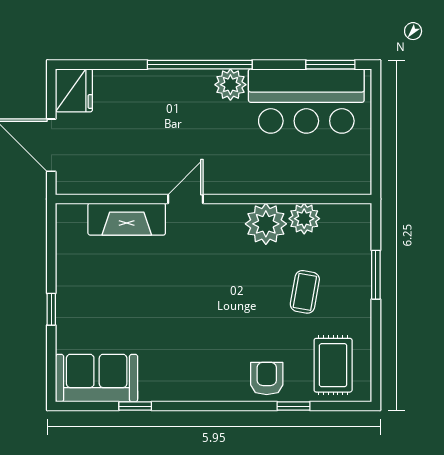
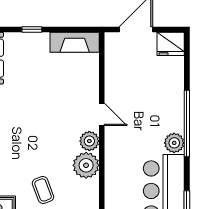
fireplace: (127, 219) -> (75, 42), moved, turned -90
plant: (304, 219) -> (89, 141), moved
coffee table: (305, 292) -> (43, 190), turned 59

